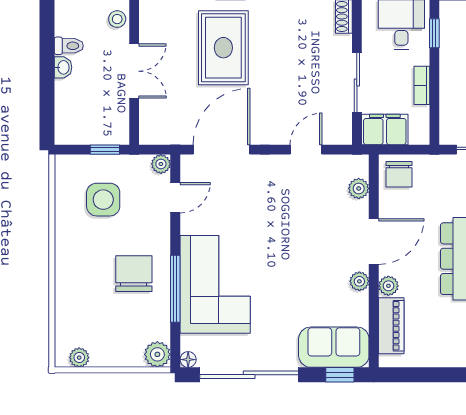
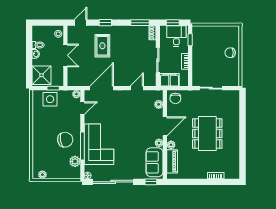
rug: (223, 48) -> (102, 46), width x0.73, depth x0.70
shower: (77, 119) -> (41, 75), added
side table: (103, 200) -> (50, 99), moved
chair: (134, 274) -> (65, 140), turned 80
sofa: (334, 347) -> (155, 162), moved, turned -90
plant: (157, 354) -> (75, 161), moved

